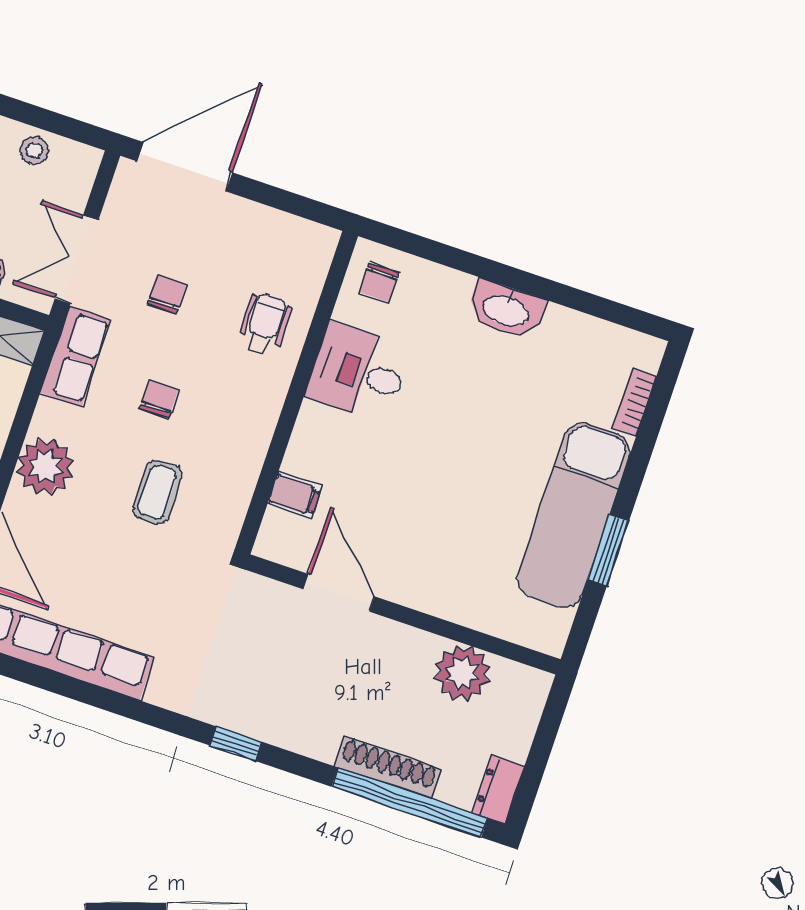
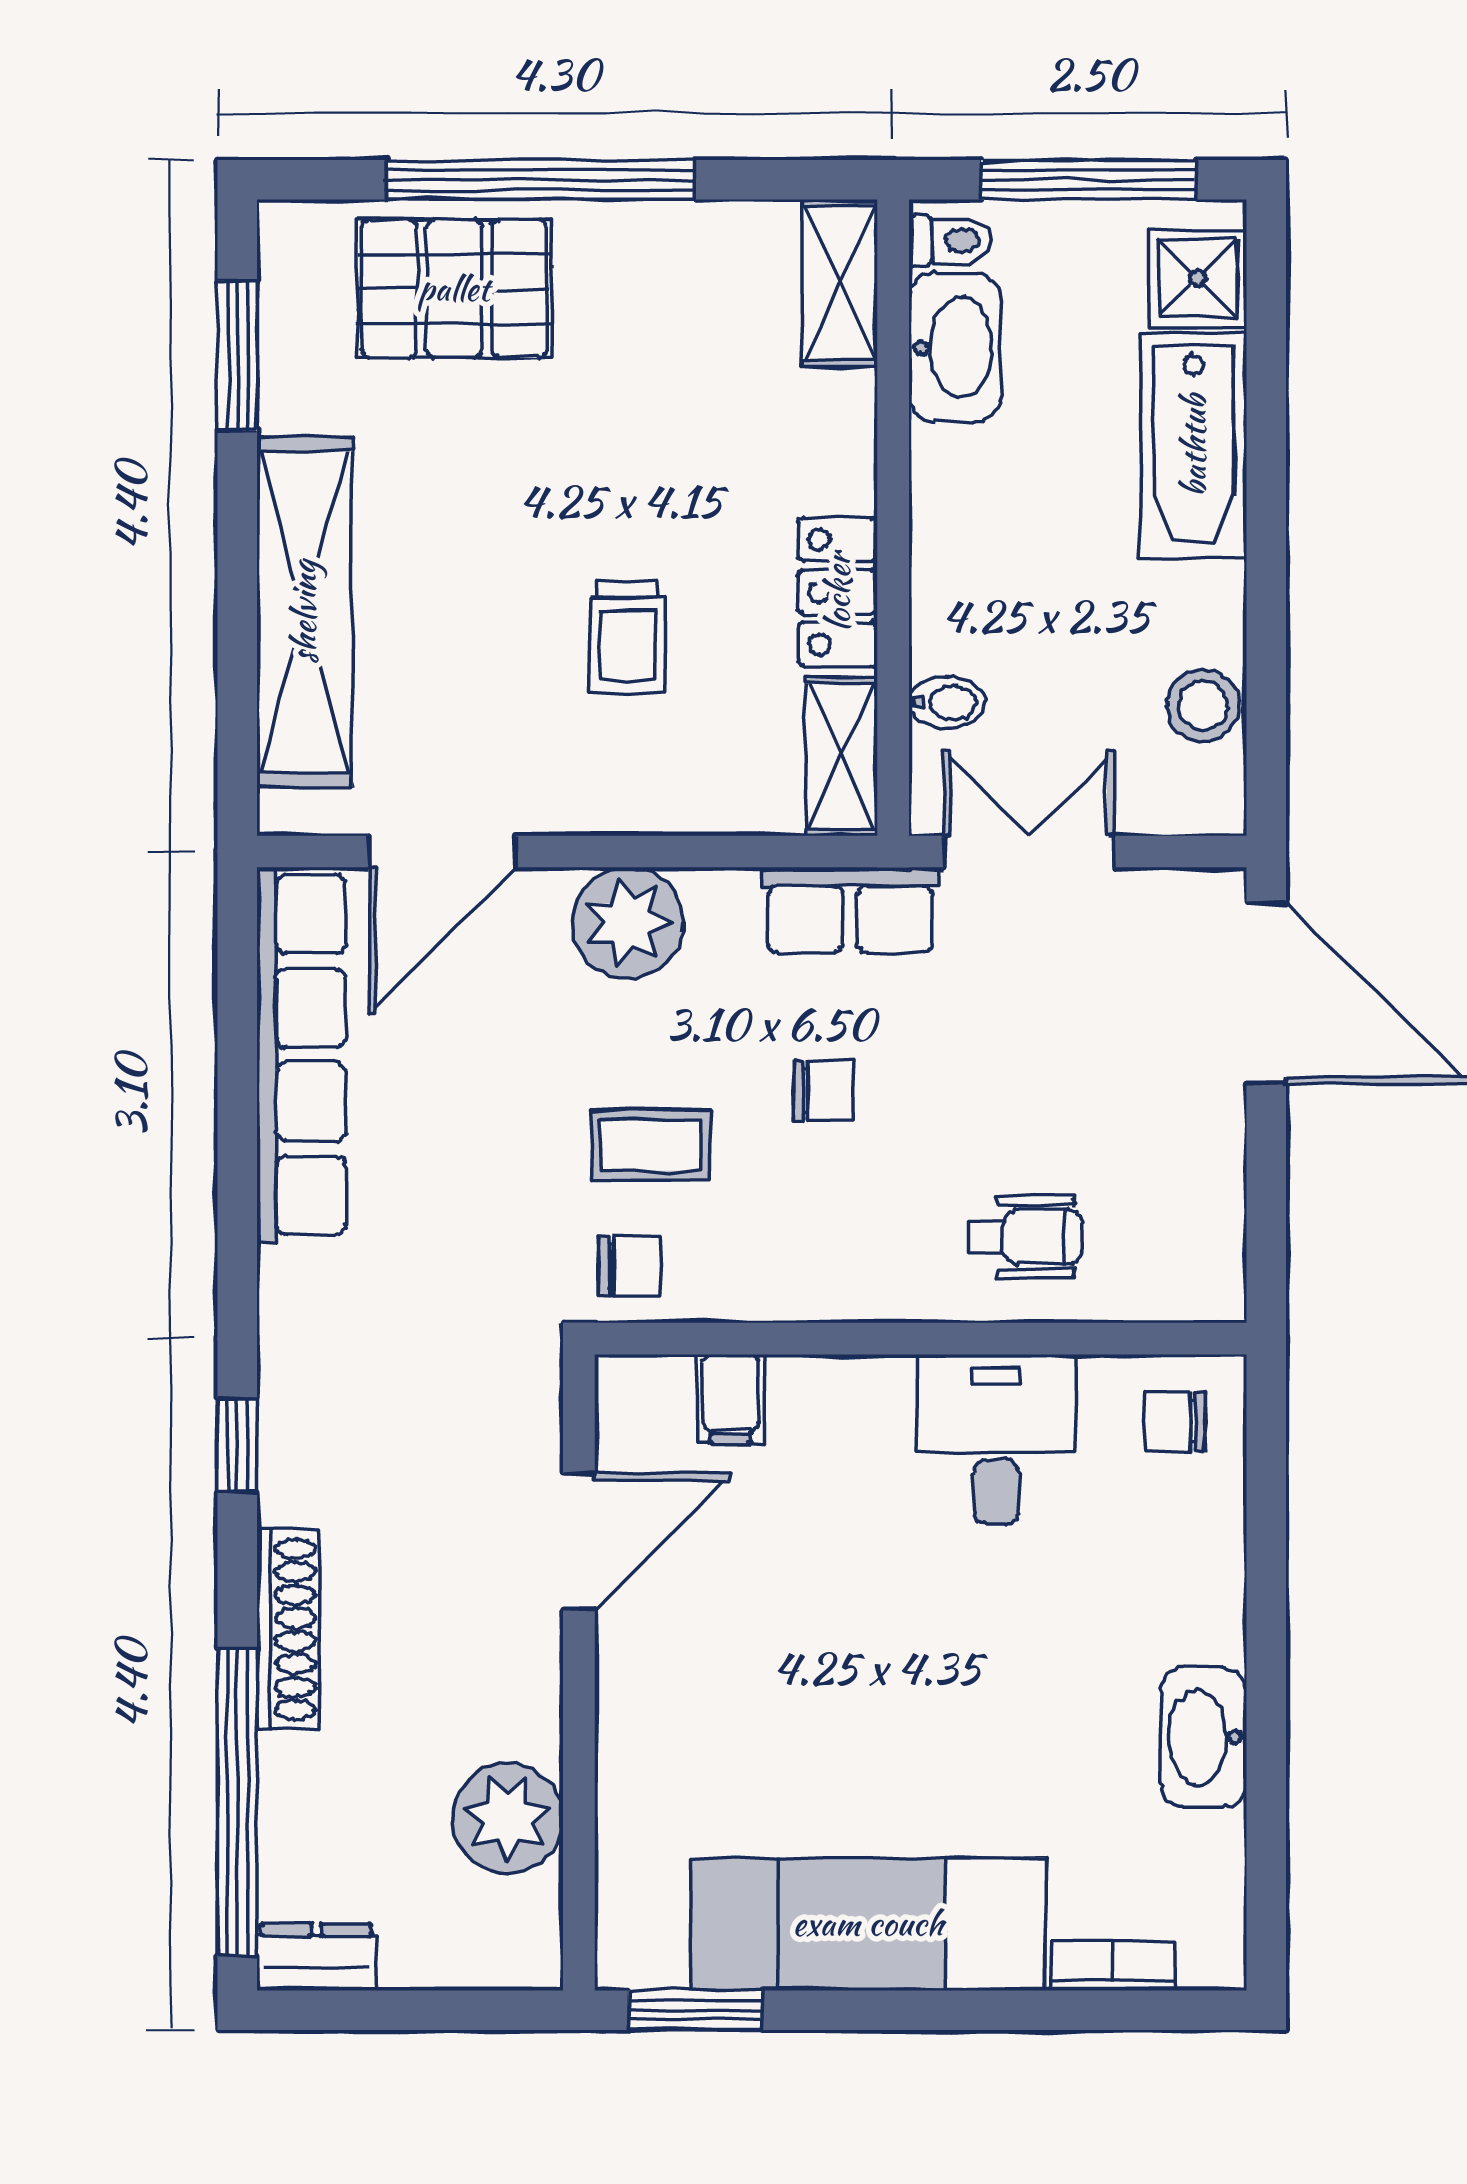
stool: (34, 150) -> (1203, 706), width x1.37, depth x1.37
chair: (167, 294) -> (629, 1266), moved
washbasin: (506, 310) -> (1203, 1737), moved
window: (608, 550) -> (695, 2010), moved
shoe rack: (388, 768) -> (288, 1629), moved

